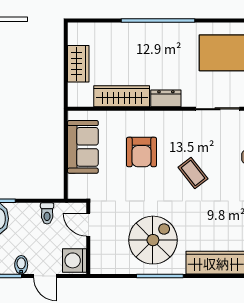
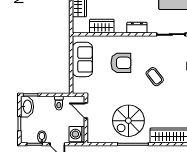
wardrobe: (122, 96) -> (102, 26), width x0.67
armchair: (141, 152) -> (121, 63), turned -90
spiral stairs: (153, 240) -> (128, 121), turned 180

